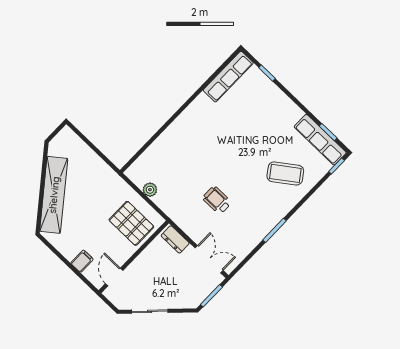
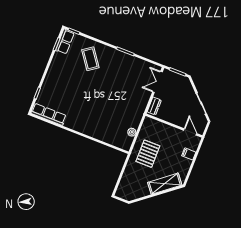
row of seats: (320, 140) -> (65, 42), width x0.68
shelving: (54, 195) -> (165, 184), width x0.68
wheelchair: (217, 200) -> (122, 91), removed
pallet: (131, 223) -> (148, 154), moved
door: (114, 277) -> (190, 132), swing flipped

